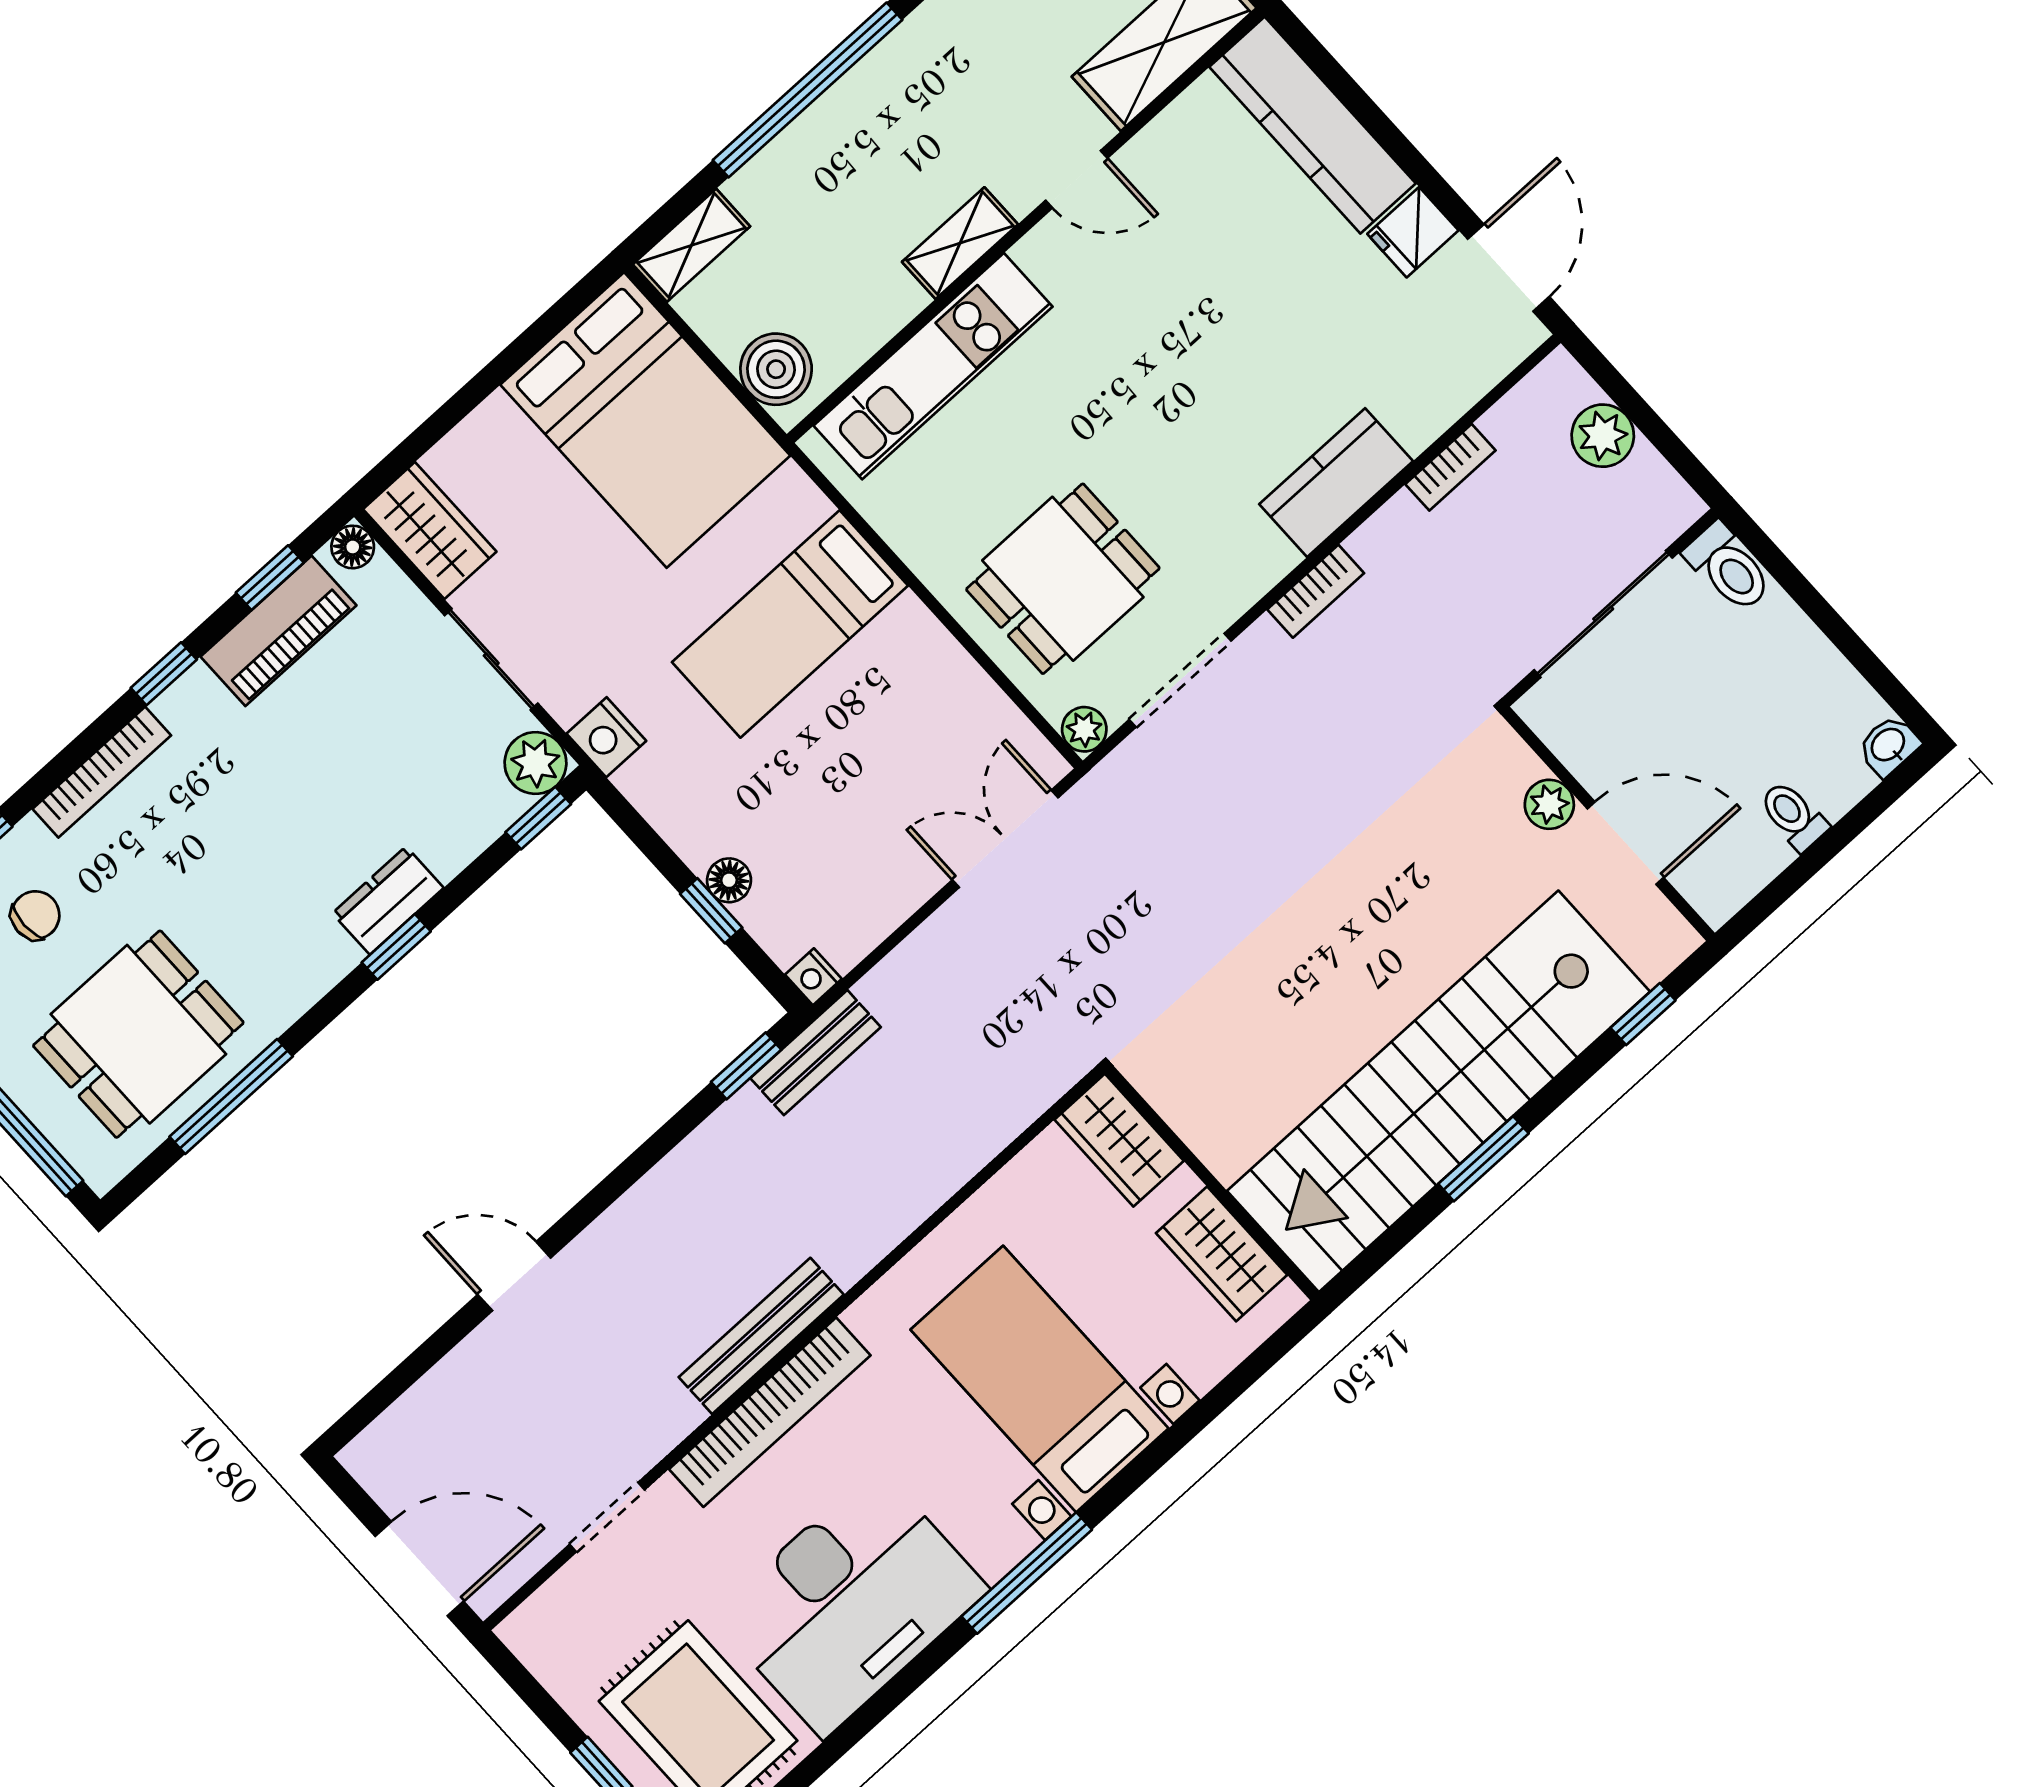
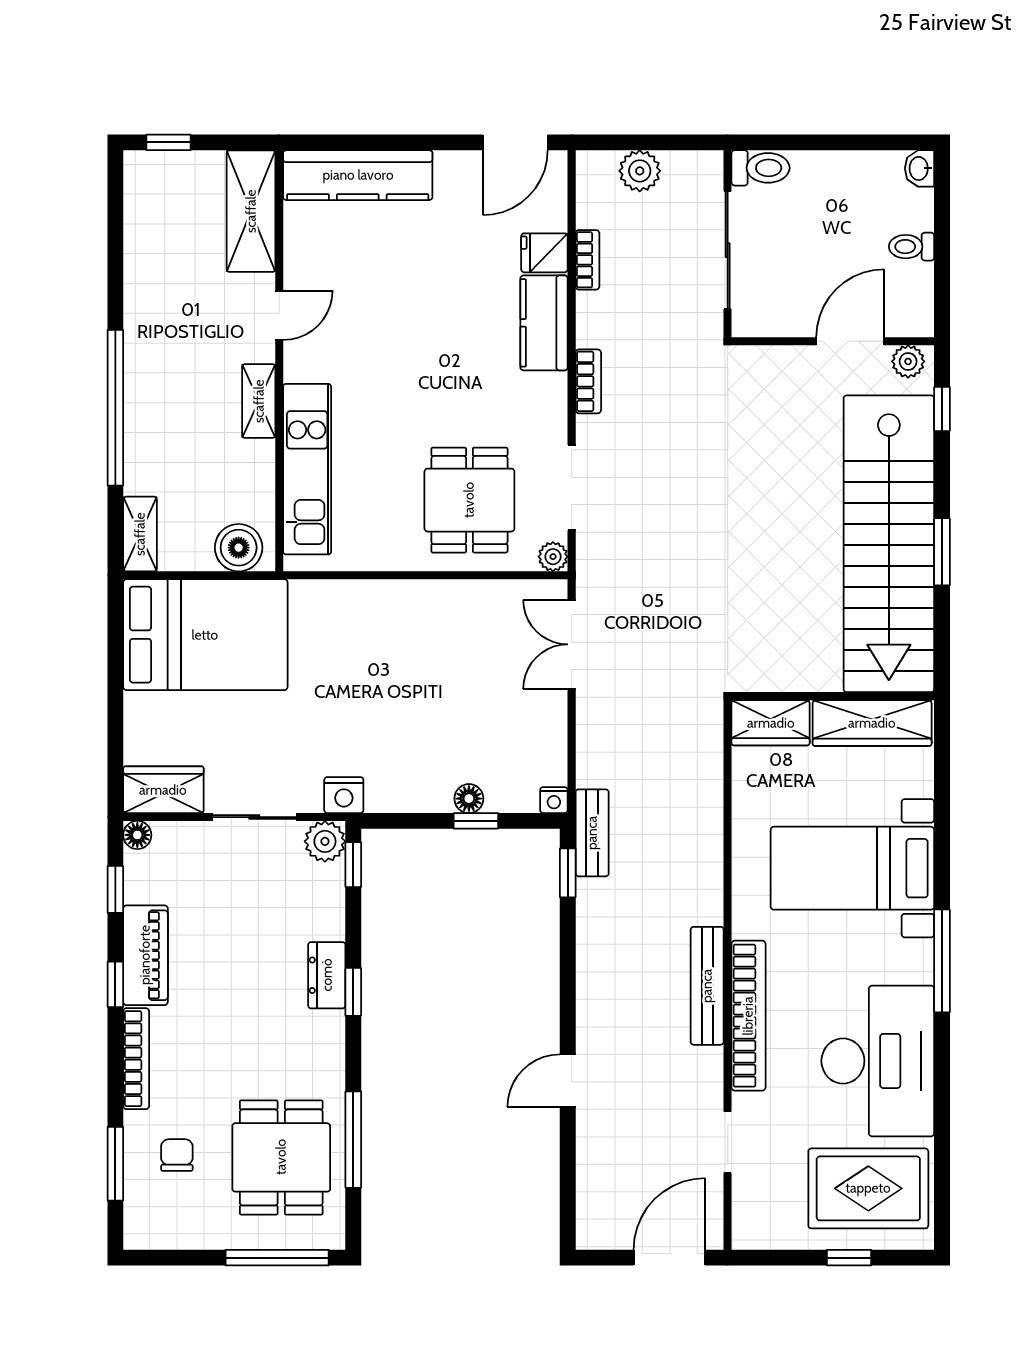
fridge: (1413, 232) -> (544, 253), moved, turned 90
door: (1508, 268) -> (515, 142), swing flipped
bed: (790, 624) -> (370, 654), removed
piano: (278, 631) -> (145, 955), moved
plant: (1549, 804) -> (908, 361), moved
wardrobe: (1222, 1254) -> (872, 723), width x1.50

